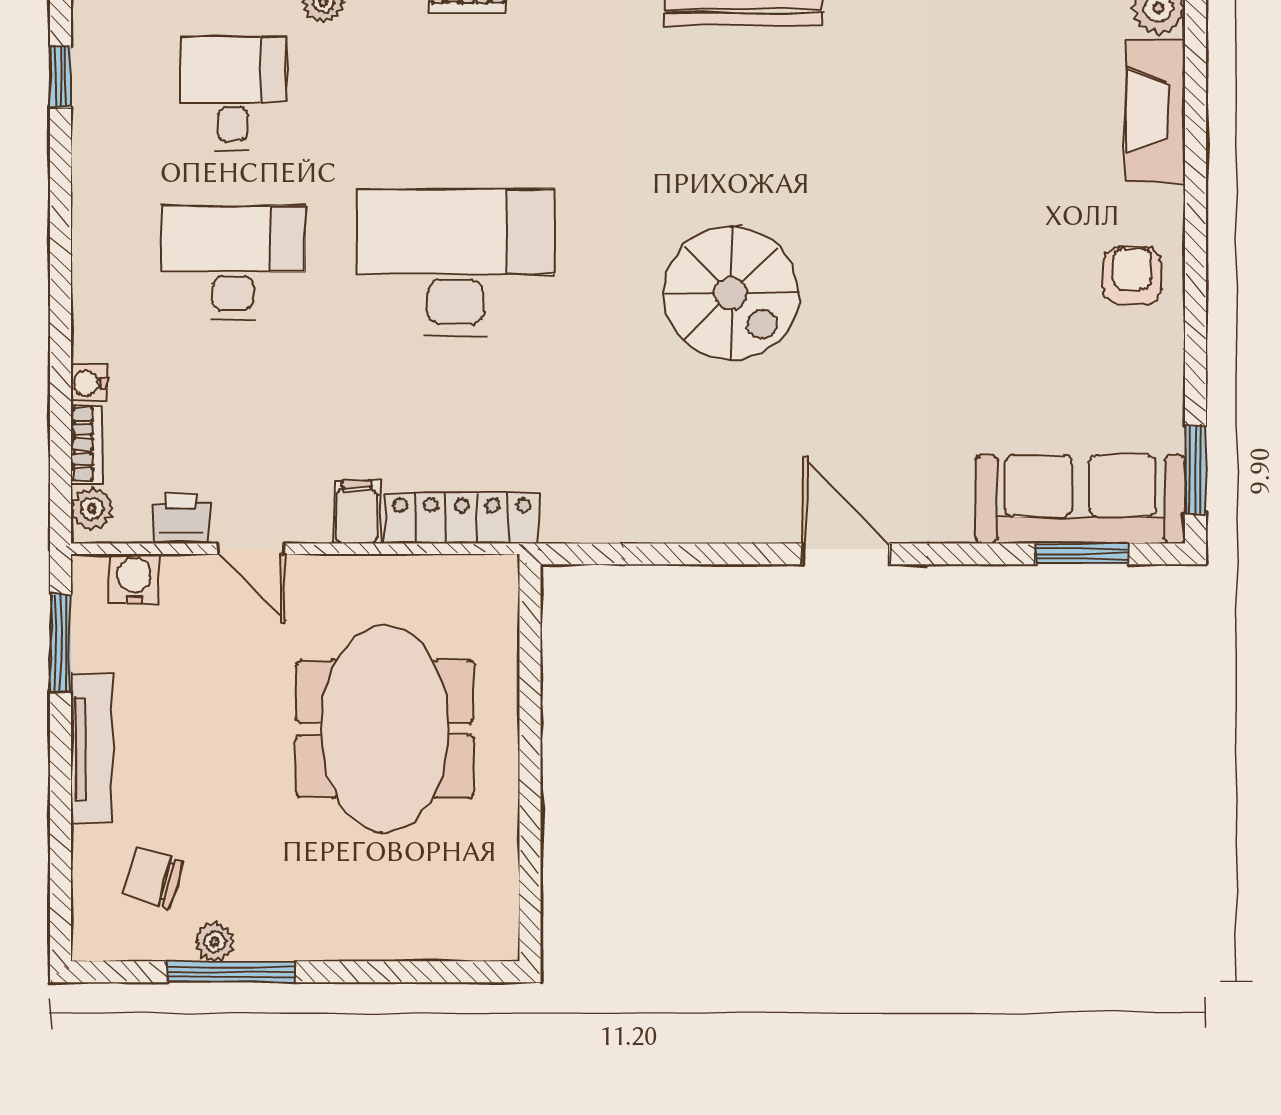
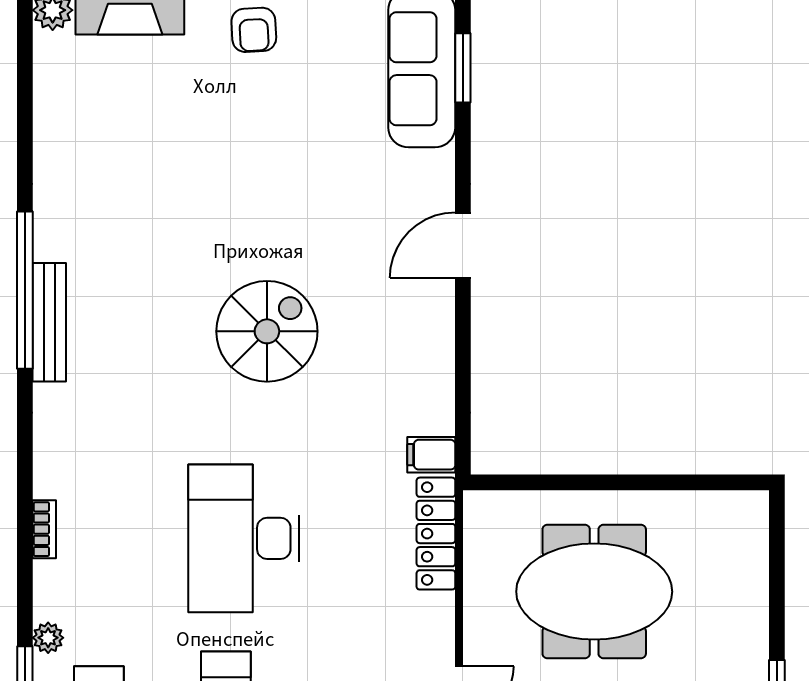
armchair: (1132, 276) -> (254, 30), turned -93
filing cabinet: (357, 512) -> (431, 455), moved

